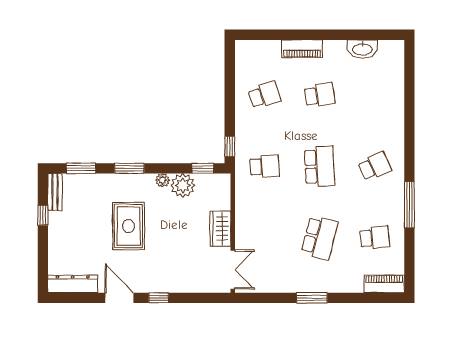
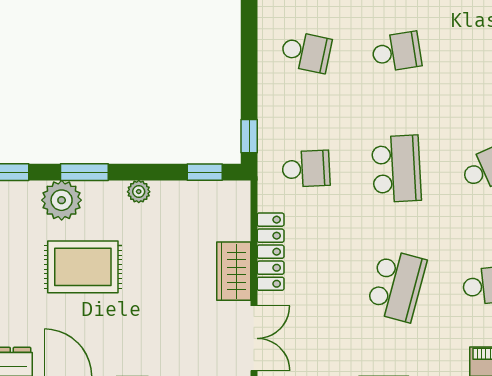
school desk: (264, 95) -> (306, 52), turned 30
plant: (183, 185) -> (62, 200), moved
locker: (243, 217) -> (271, 252), added
rug: (128, 226) -> (83, 267), turned 90

